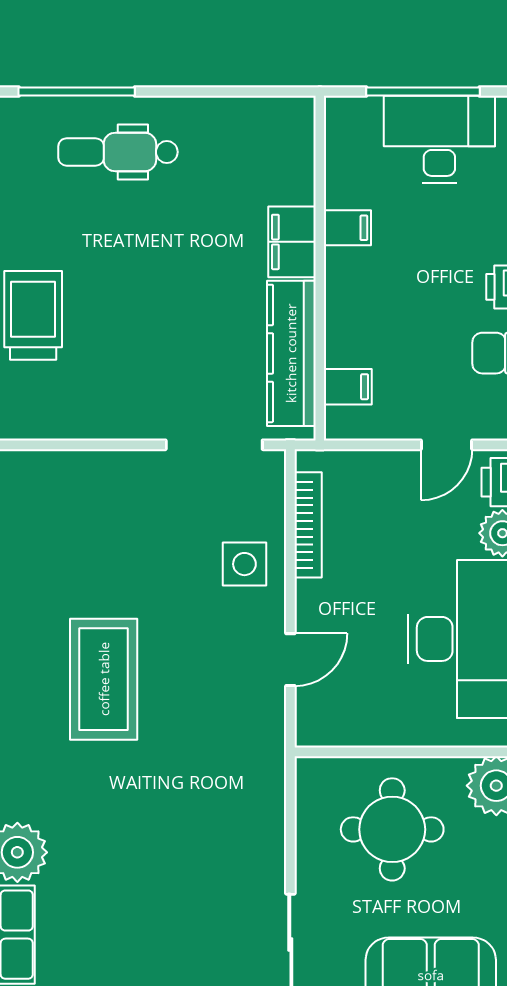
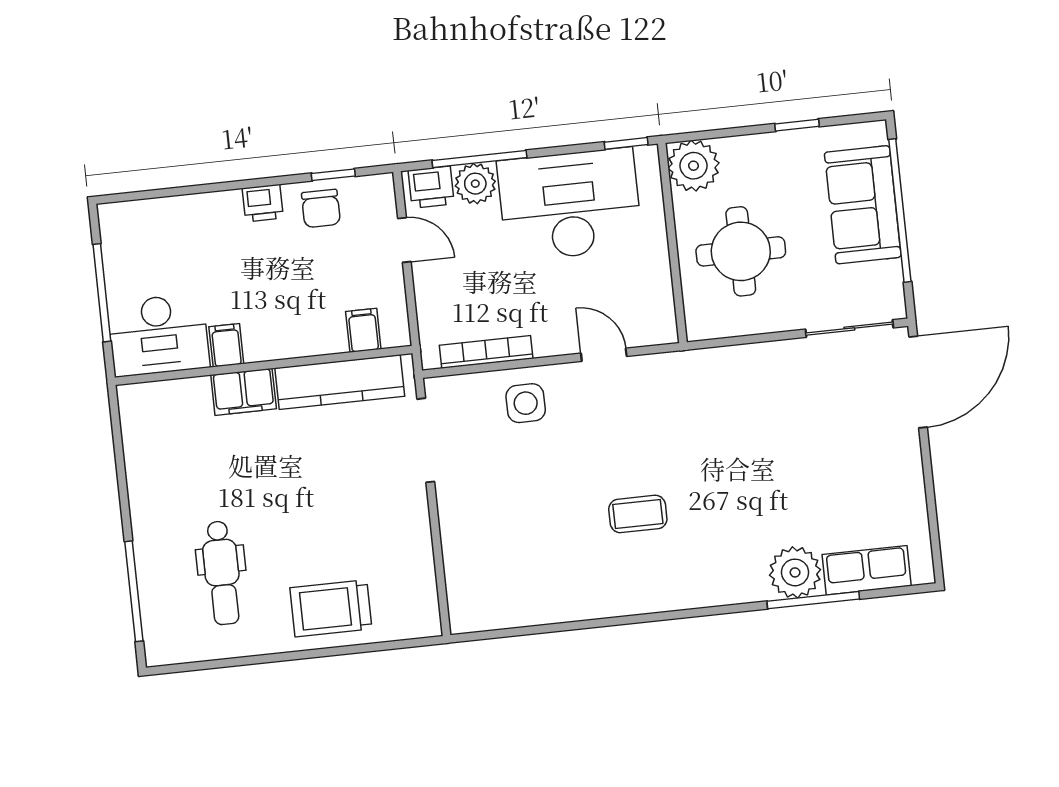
desk: (439, 139) -> (159, 335), moved, turned -90
dental chair: (118, 152) -> (222, 573), moved
coffee table: (104, 679) -> (638, 514), width x0.54, depth x0.58

